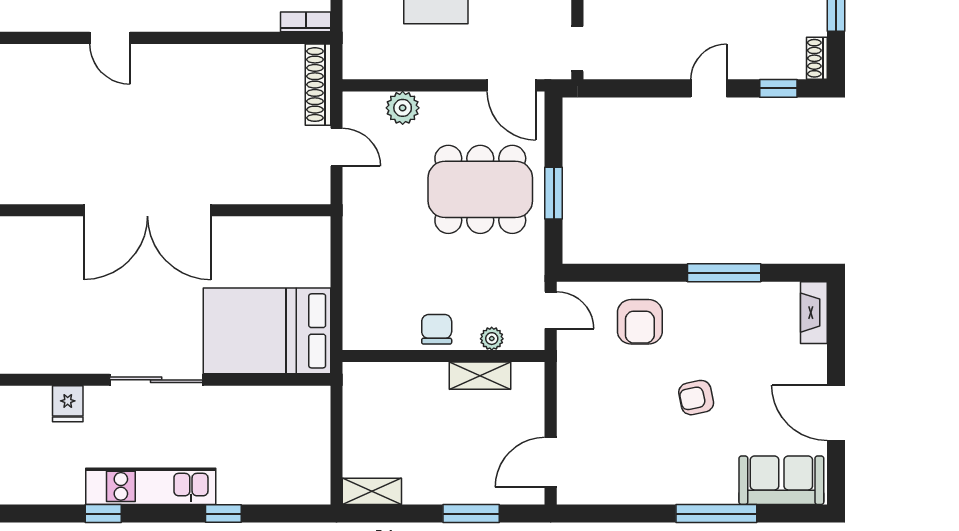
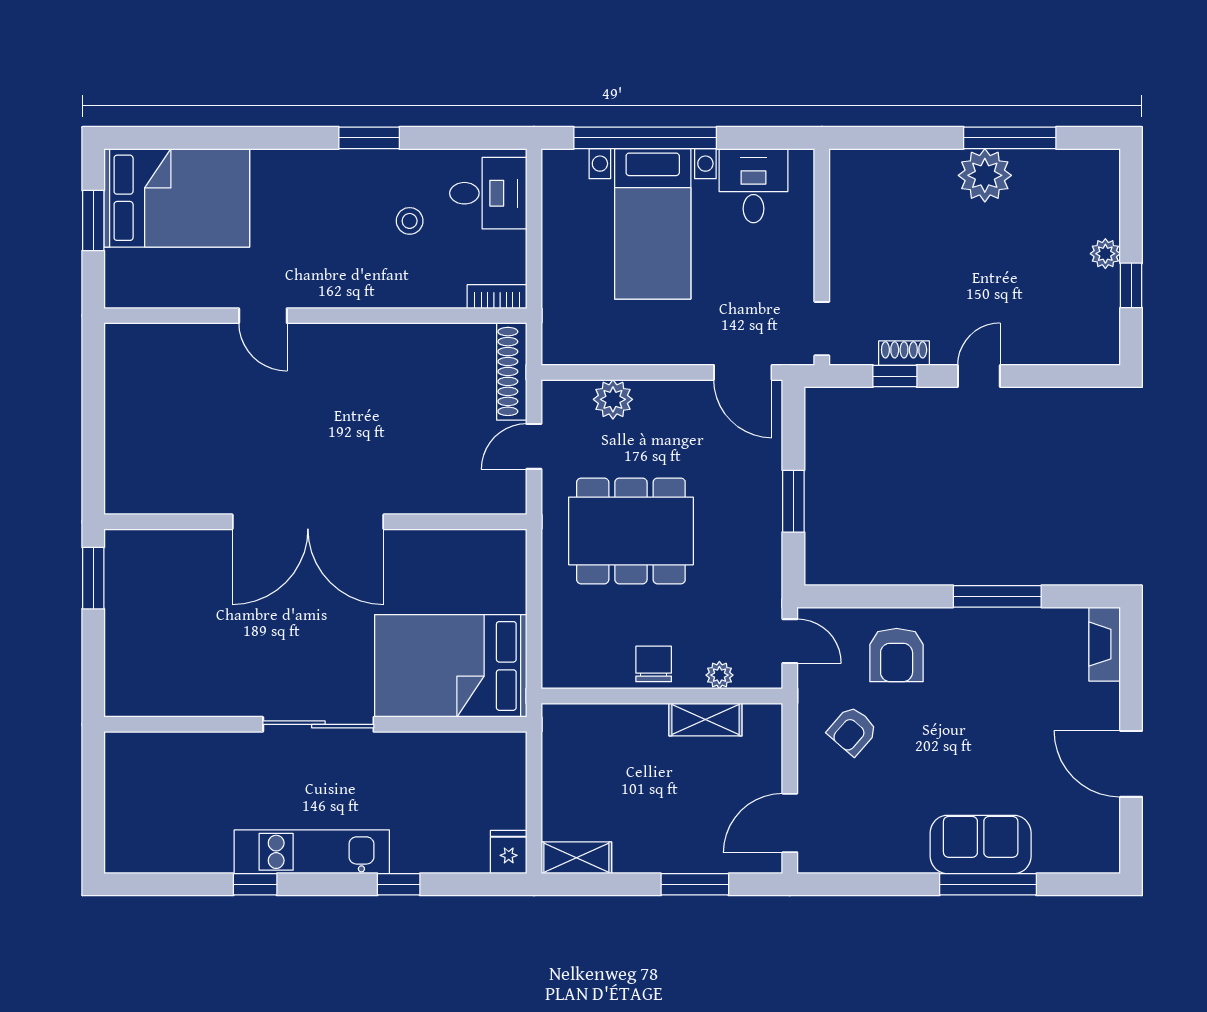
shoe rack: (817, 58) -> (904, 353), moved, turned 90
window: (778, 88) -> (895, 376), moved
door: (337, 147) -> (534, 446), swing flipped
dining table: (480, 189) -> (631, 531), moved
armchair: (696, 398) -> (852, 731), moved, turned -37
fridge: (68, 404) -> (509, 852), moved, turned 180
sofa: (781, 480) -> (981, 844), moved

